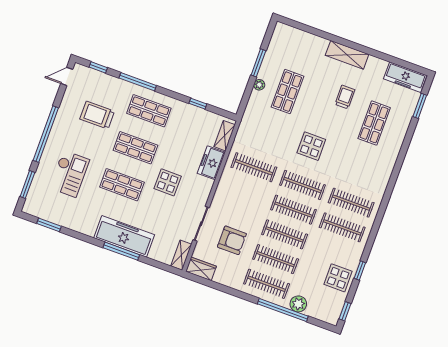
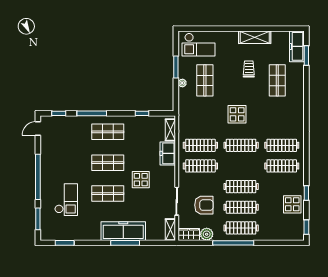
checkout: (295, 46) -> (199, 45), added
shelving: (347, 55) -> (255, 37), moved
freezer: (405, 77) -> (297, 46), moved, turned 90
trolley: (97, 115) -> (71, 149), removed
clothes rail: (294, 210) -> (200, 166), moved
plant: (298, 304) -> (207, 234), moved
window: (283, 310) -> (233, 243), moved

